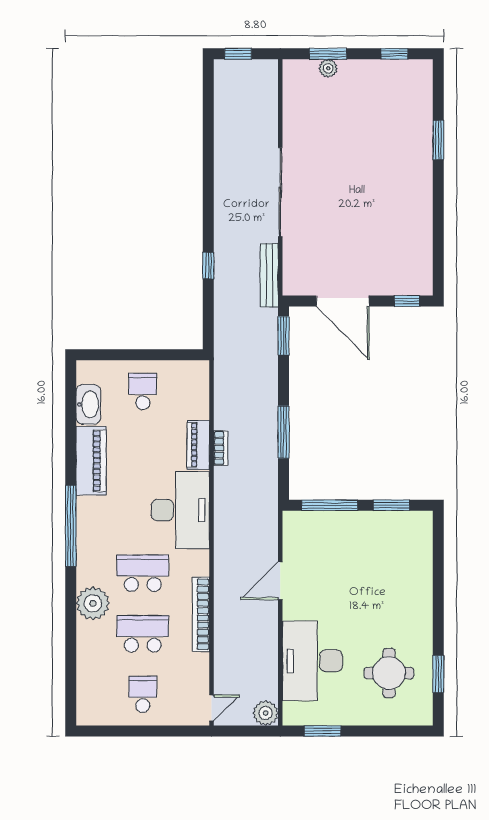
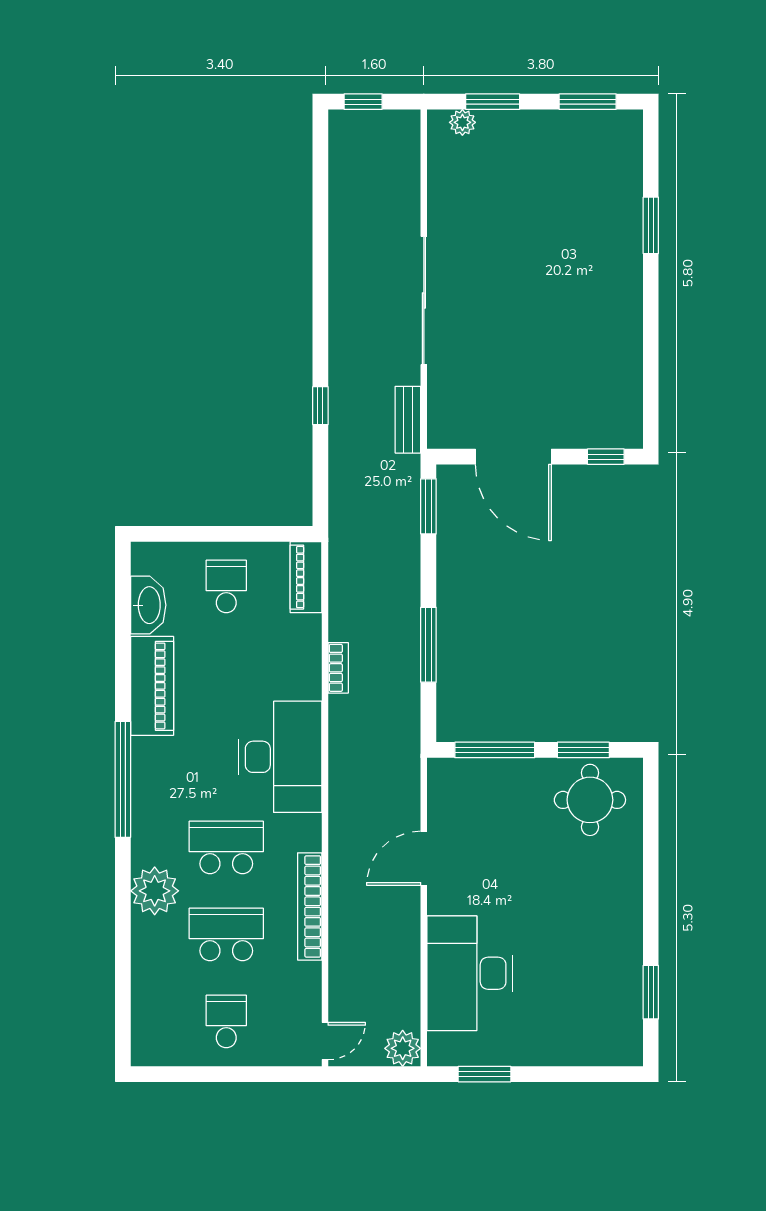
window: (394, 54) -> (588, 102), width x1.50
plant: (328, 68) -> (462, 122), moved
bench: (269, 275) -> (408, 420), width x0.73
piano: (198, 445) -> (306, 577), moved
round table: (389, 673) -> (590, 800), moved

